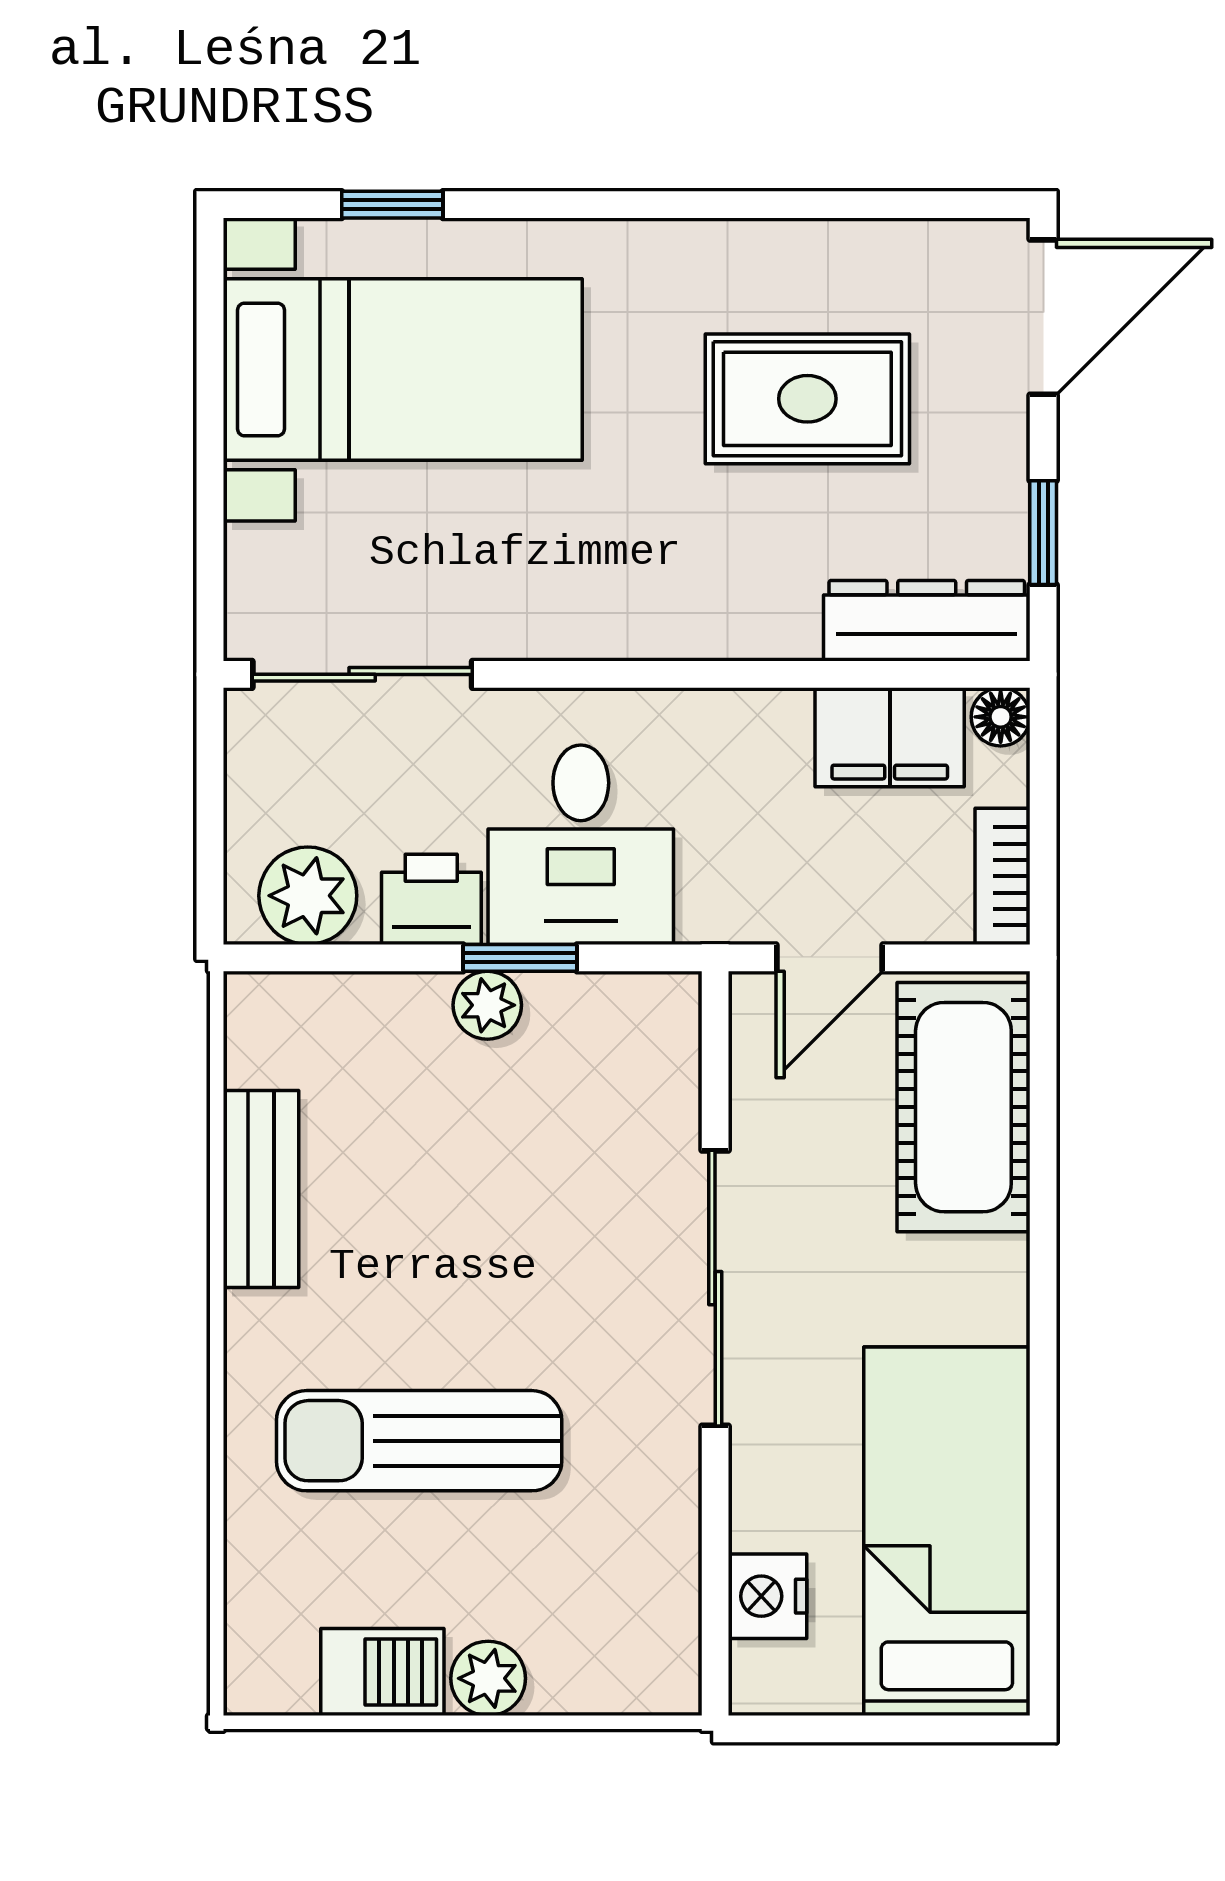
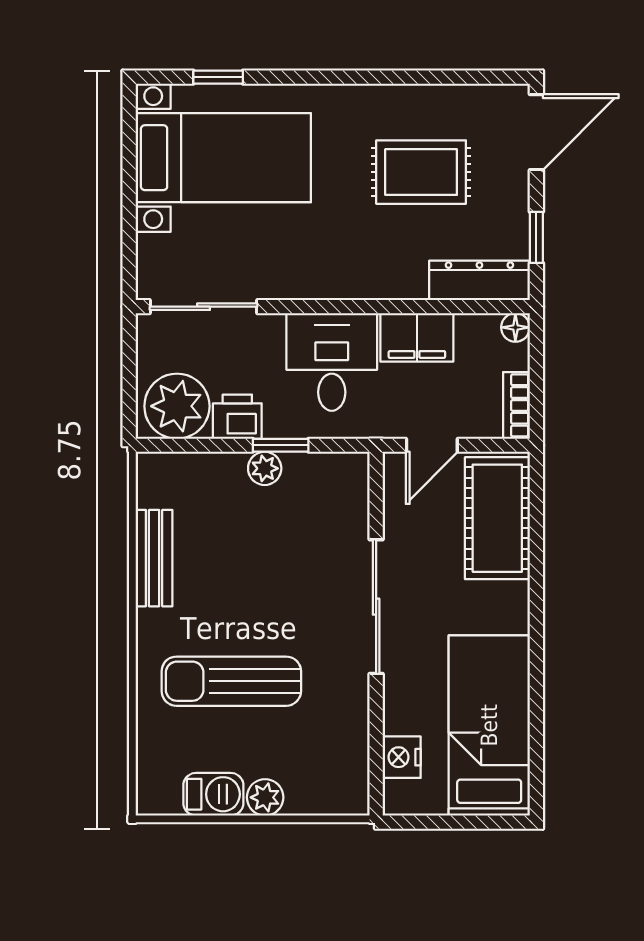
filing cabinet: (890, 737) -> (417, 337), moved
desk: (581, 845) -> (332, 362), moved, turned 180
plant: (308, 896) -> (177, 406), width x1.36, depth x1.36

